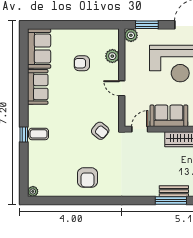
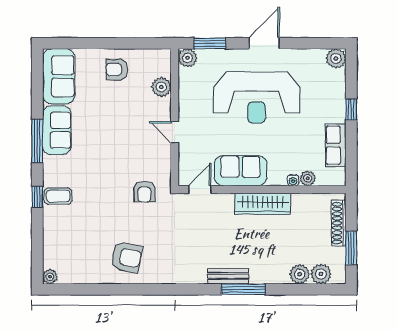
armchair: (82, 63) -> (117, 69), moved
window: (24, 95) -> (37, 141), added
armchair: (100, 131) -> (144, 192), turned 50
armchair: (87, 178) -> (127, 257), turned -79
bench: (174, 191) -> (228, 276), moved

